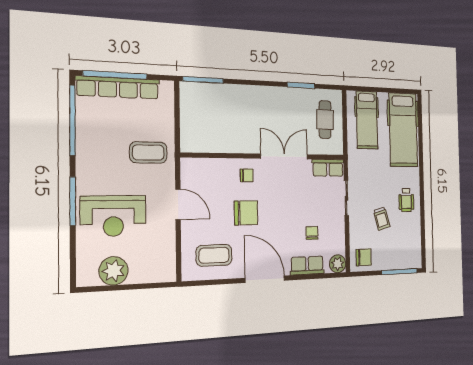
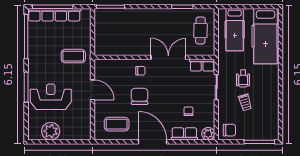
wheelchair: (406, 200) -> (243, 79), moved
chair: (246, 213) -> (140, 96), turned -90
reception desk: (113, 216) -> (51, 97), turned 180

